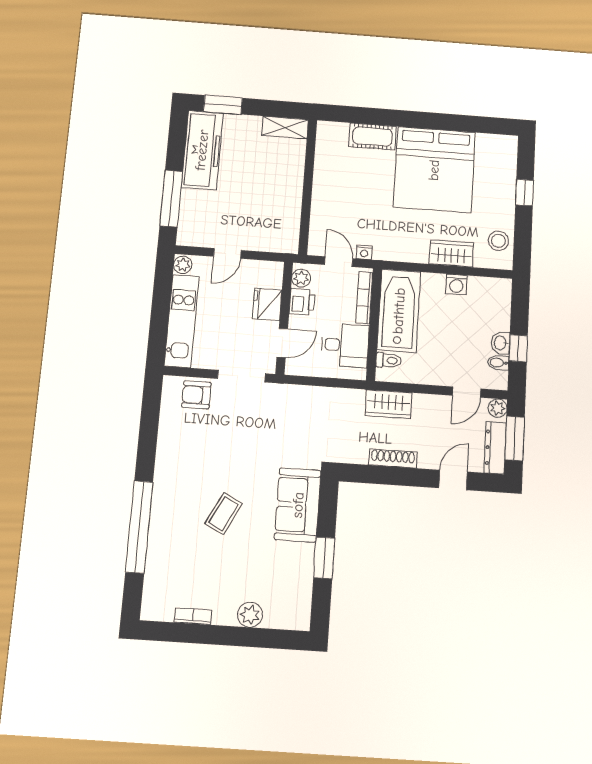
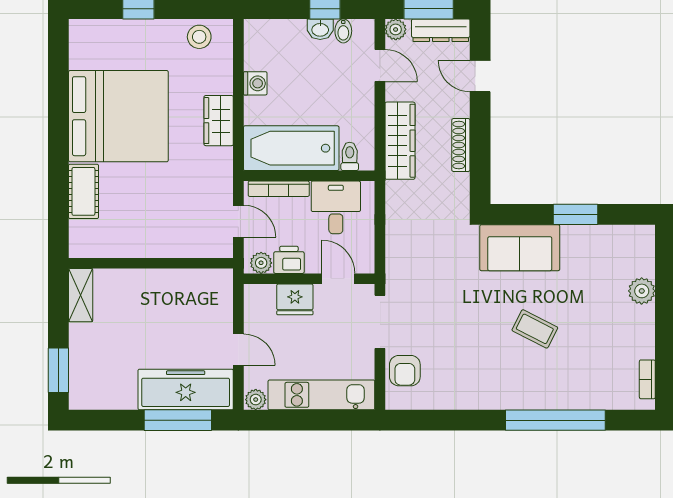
freezer: (202, 150) -> (186, 389), moved
nightstand: (364, 252) -> (225, 192), removed
wardrobe: (451, 253) -> (219, 121), moved
door: (339, 262) -> (238, 221), swing flipped
wardrobe: (389, 404) -> (400, 141), width x1.50
bookcase: (193, 616) -> (647, 379), moved

